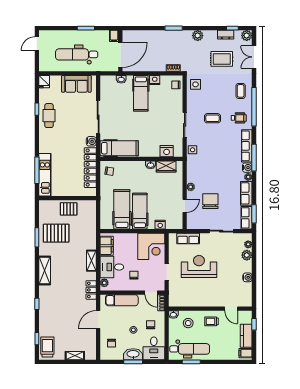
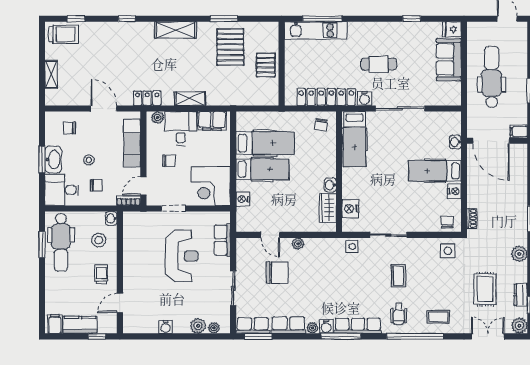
sofa: (76, 84) -> (449, 60), moved
cafe table: (49, 116) -> (379, 64), moved

